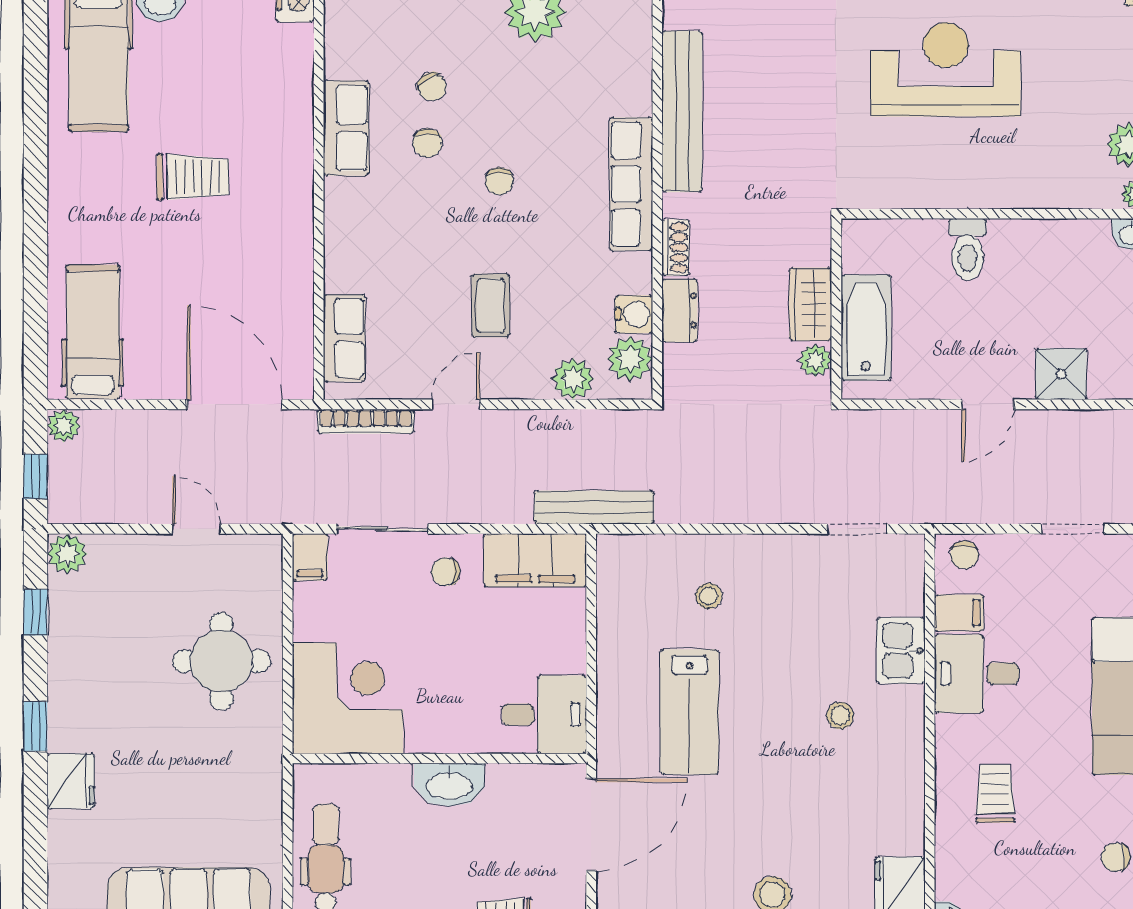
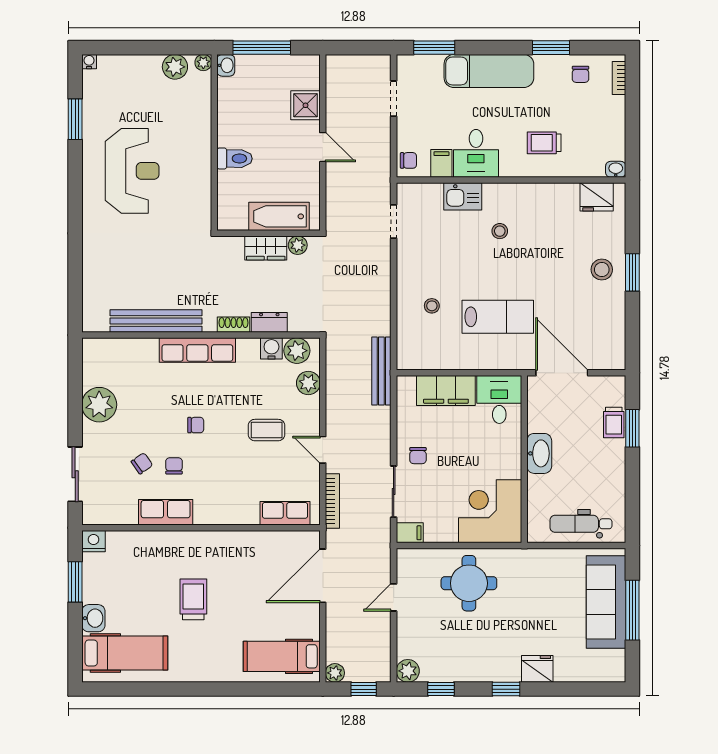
reception desk: (946, 69) -> (132, 171), turned 180
chair: (427, 143) -> (174, 466), turned -90
filing cabinet: (535, 560) -> (446, 391), moved, turned 90

